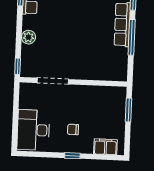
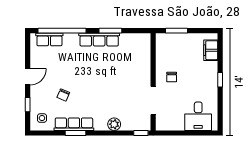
window: (132, 37) -> (110, 31), width x0.69
chair: (73, 129) -> (172, 77), moved
desk: (33, 130) -> (198, 116), width x0.73

